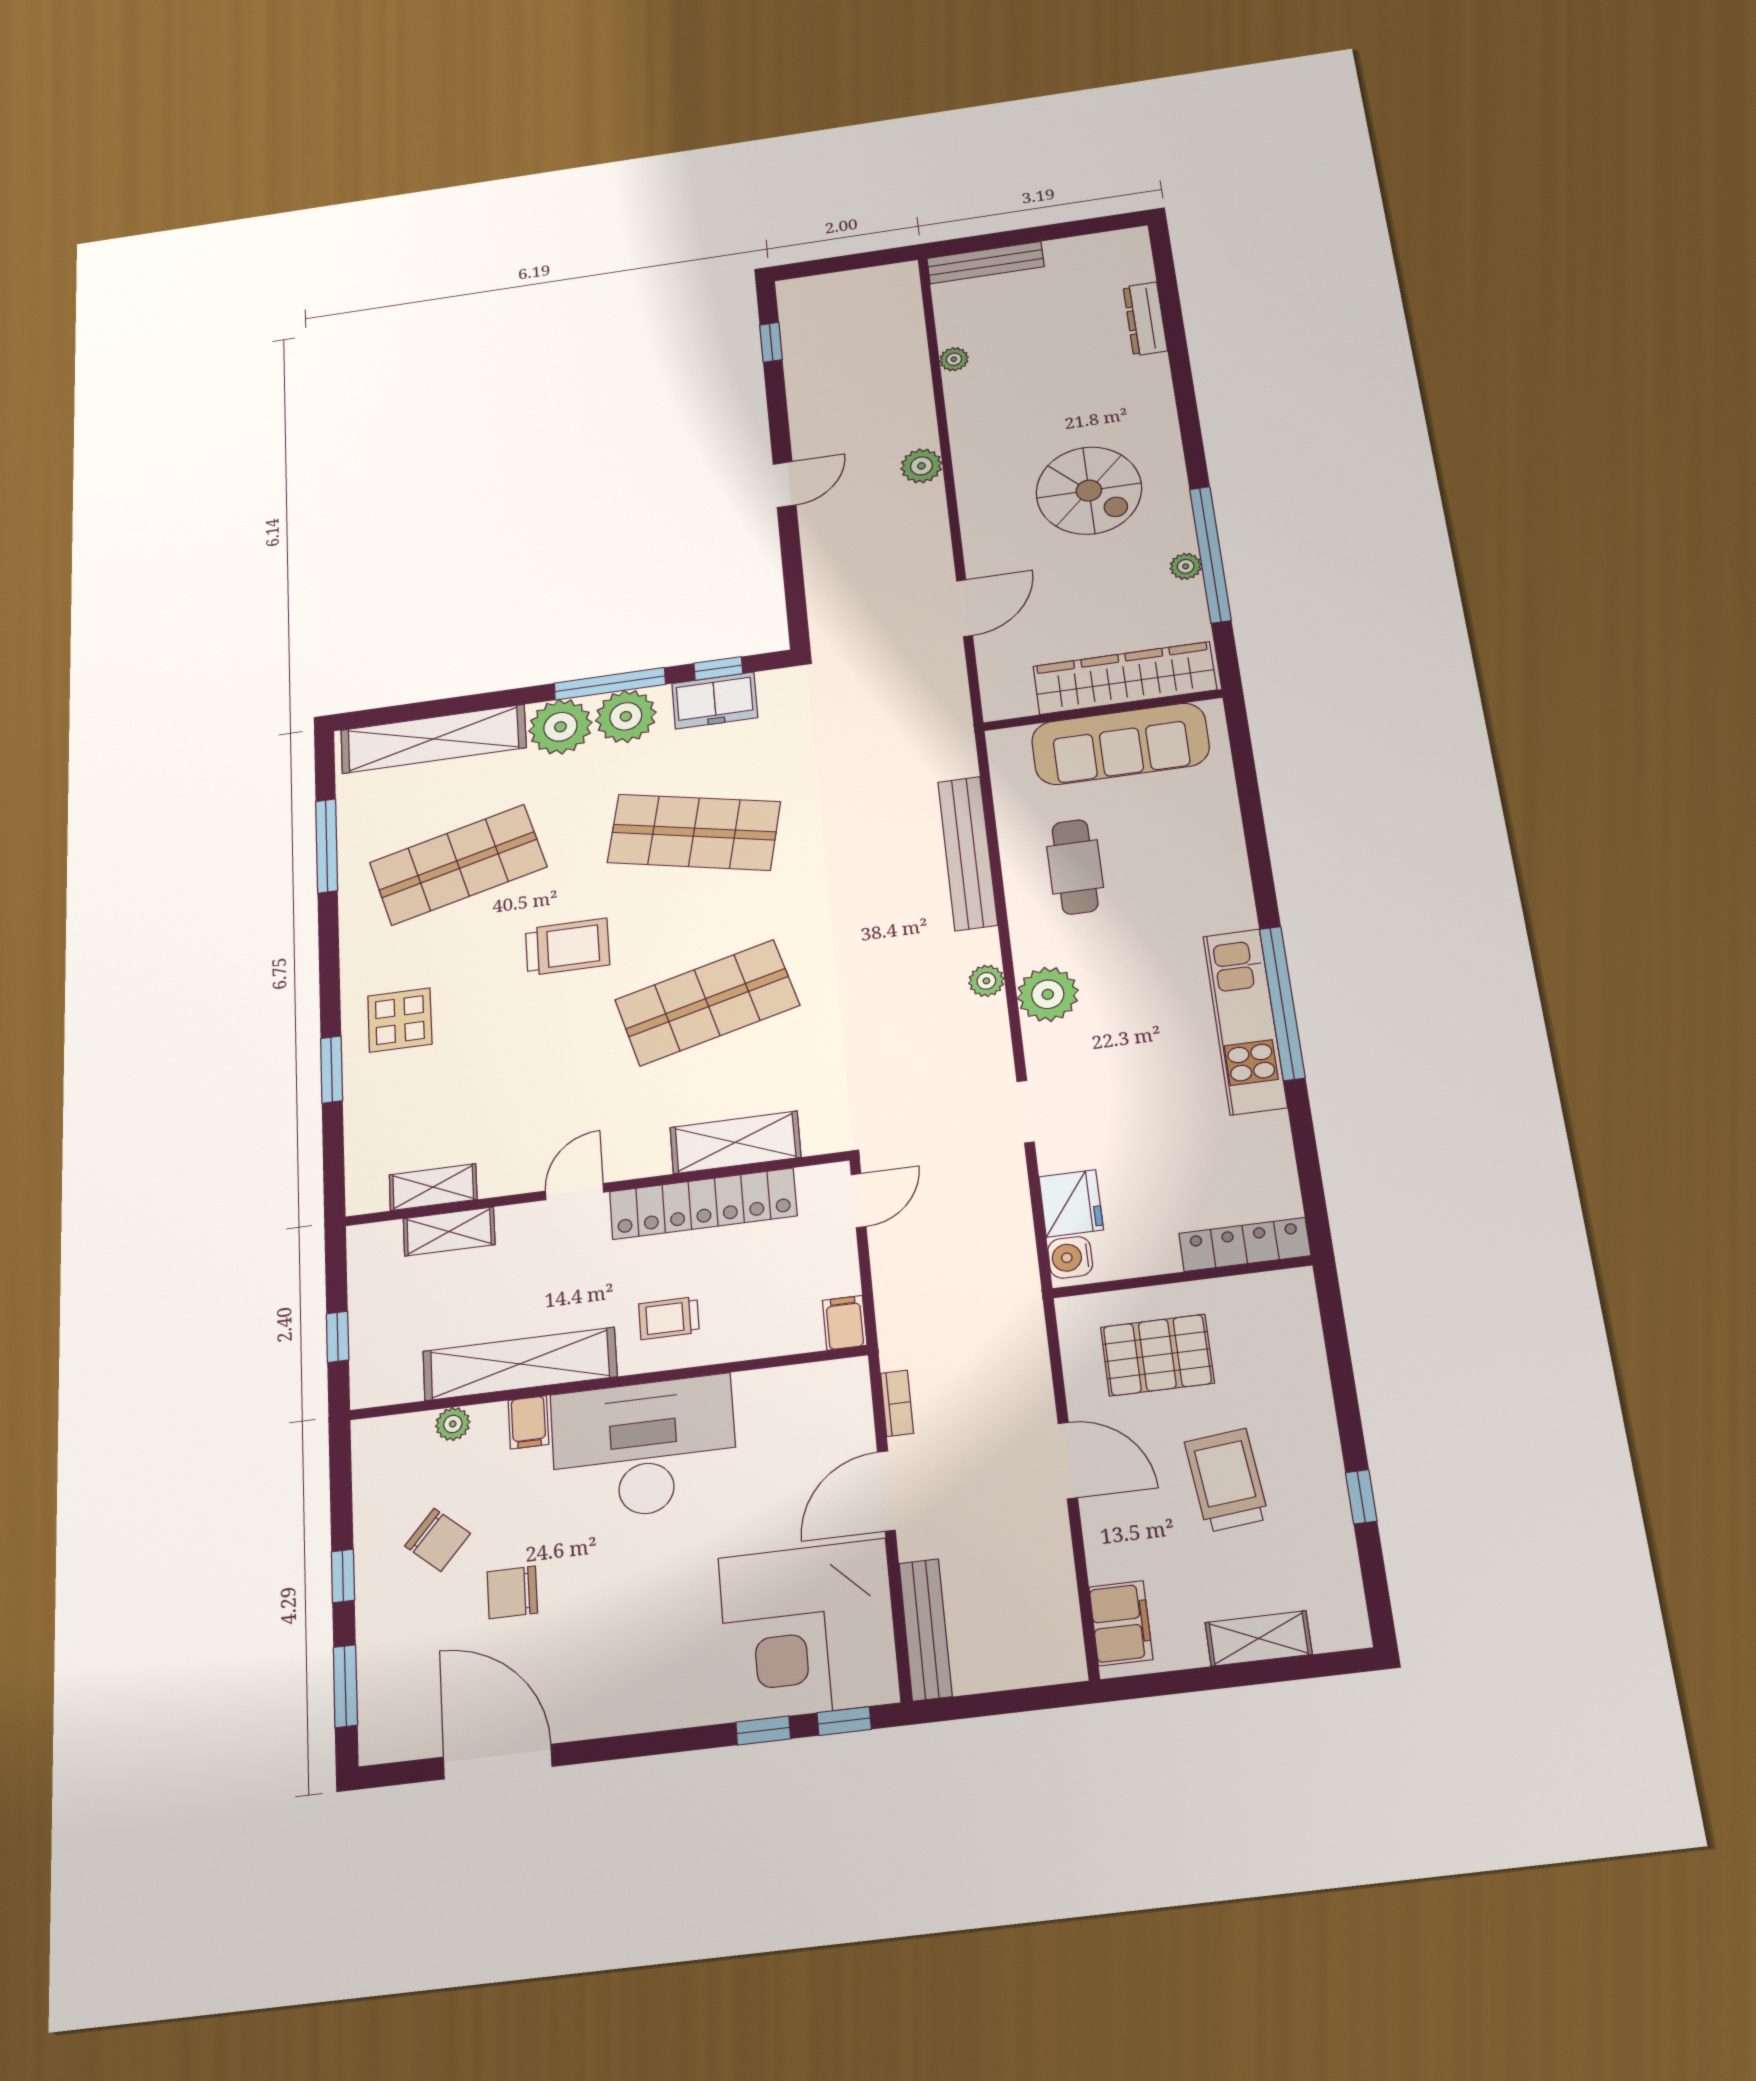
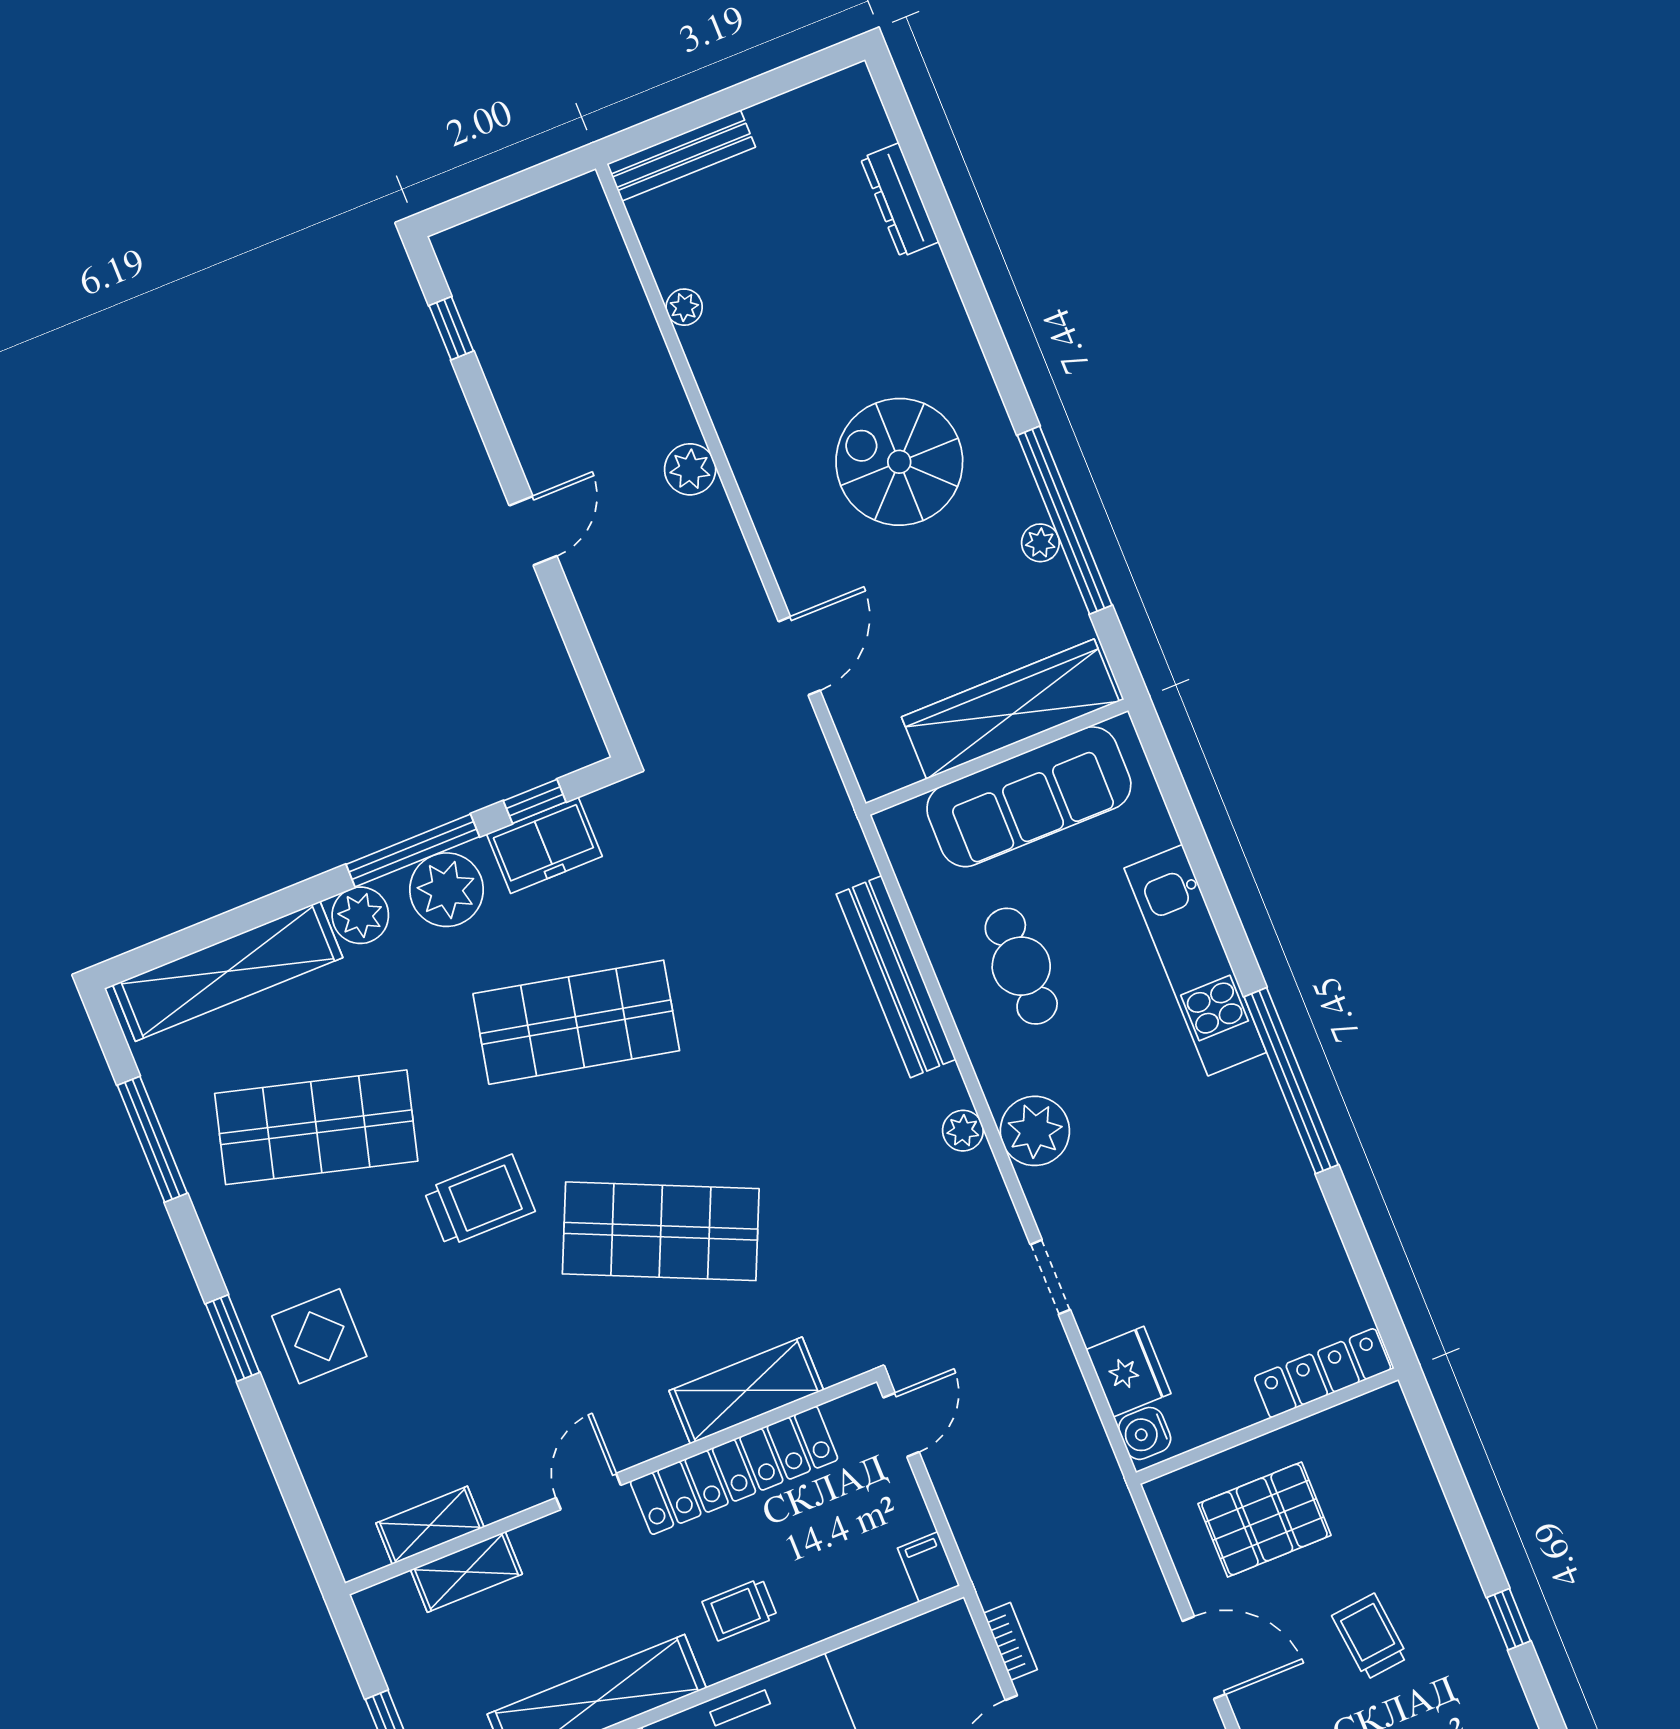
spiral stairs: (1089, 491) -> (899, 462), turned 180
plant: (560, 727) -> (360, 915), width x0.73, depth x0.73
shop shelf: (458, 865) -> (316, 1127), turned 30
shop shelf: (707, 1003) -> (661, 1231), turned 39
kitchen unit: (1245, 1021) -> (1195, 960), moved
window: (332, 1069) -> (233, 1338), moved
trolley: (1227, 1480) -> (1370, 1637), width x0.73, depth x0.72

